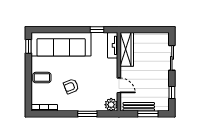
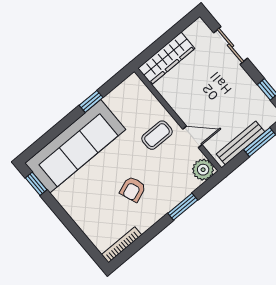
window: (97, 30) -> (91, 101), moved
tv unit: (113, 45) -> (142, 93), removed
wardrobe: (127, 49) -> (166, 58), moved, turned 90
coffee table: (42, 78) -> (157, 135), moved

